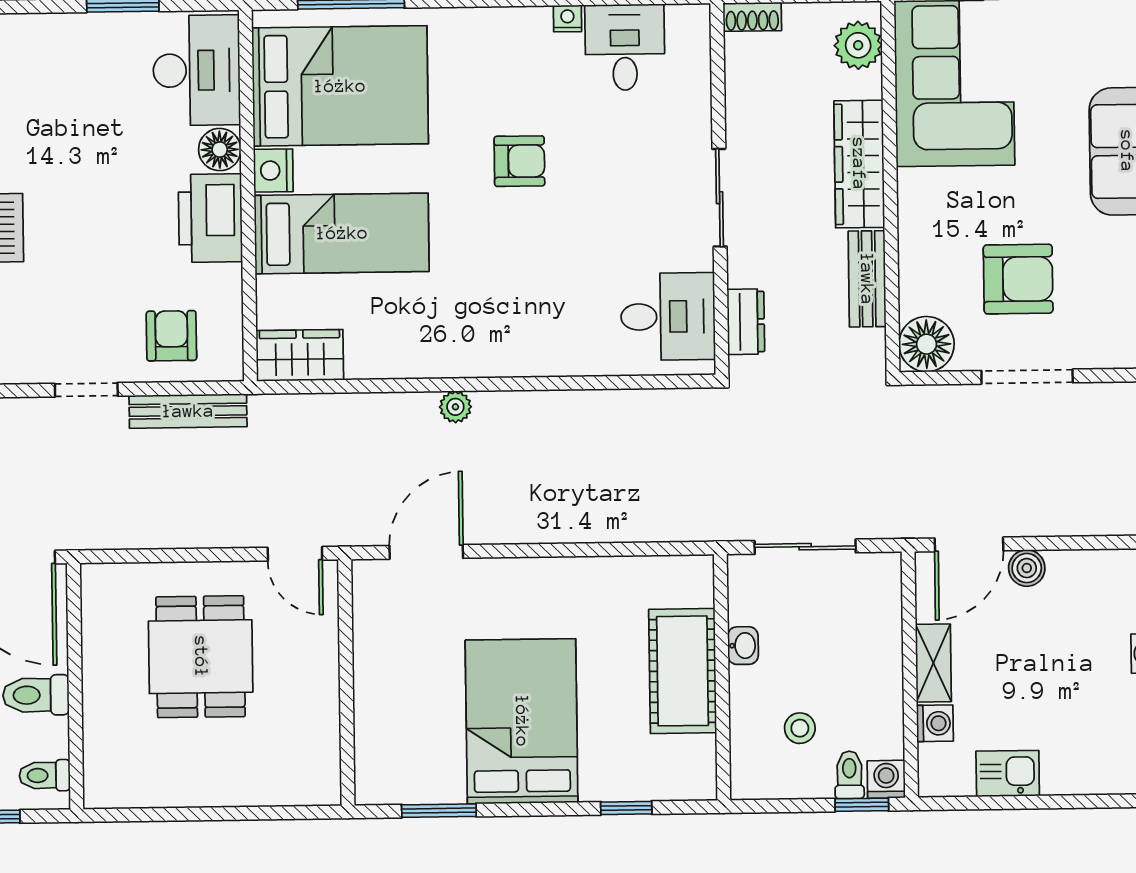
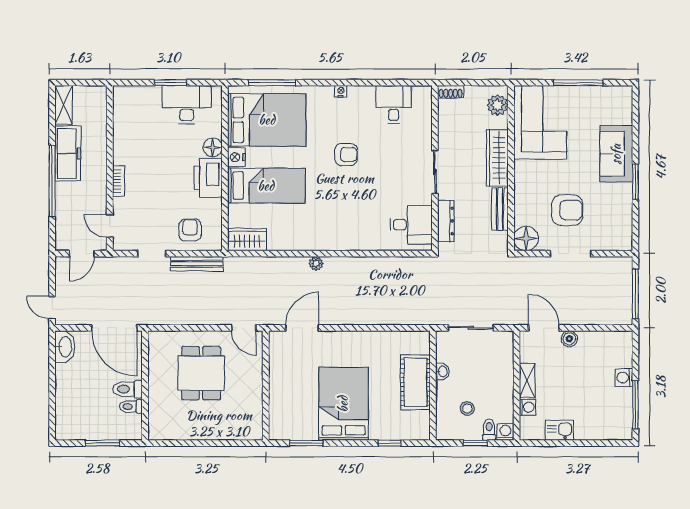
nightstand: (567, 19) -> (341, 91), moved
desk: (197, 70) -> (187, 105), moved, turned -90
dresser: (746, 322) -> (446, 221), width x1.44
door: (969, 544) -> (544, 328), swing flipped
toilet: (45, 775) -> (131, 407), moved
window: (862, 805) -> (475, 443), moved

